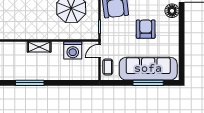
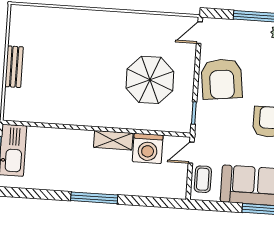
shelving: (39, 47) -> (113, 140), moved
window: (30, 83) -> (94, 198), moved

